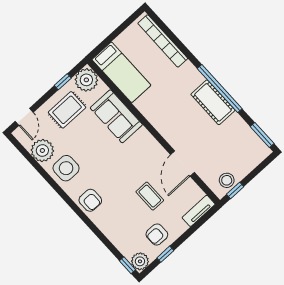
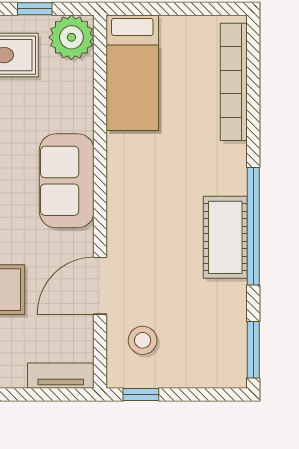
sofa: (116, 116) -> (67, 181), moved
stool: (227, 180) -> (143, 340), moved

